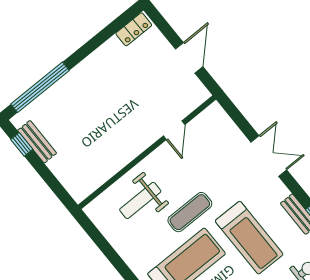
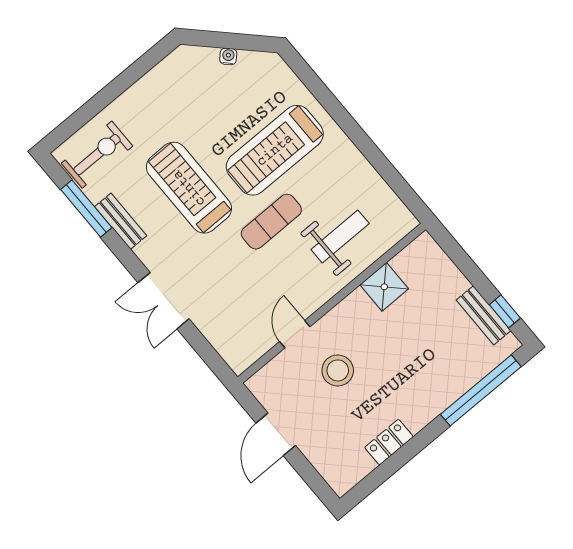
locker: (134, 29) -> (389, 442), moved
stool: (143, 103) -> (338, 370), added
shower: (109, 164) -> (384, 287), added

